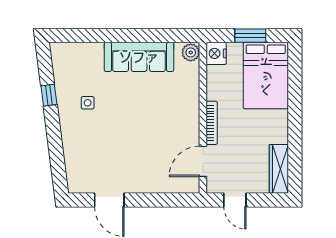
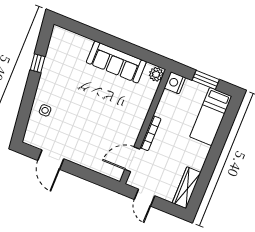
bed: (266, 76) -> (211, 117), width x0.67
side table: (88, 103) -> (45, 110), moved

